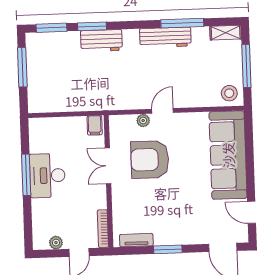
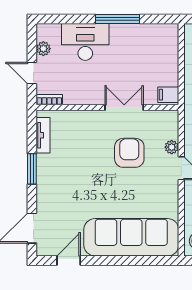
armchair: (150, 160) -> (129, 153), width x0.73, depth x0.73
desk: (47, 176) -> (85, 42), moved
bookcase: (103, 229) -> (49, 100), width x0.64

